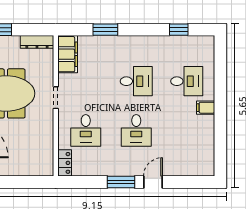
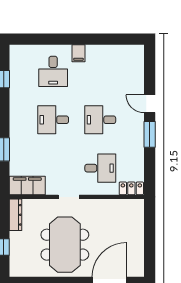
desk: (136, 81) -> (53, 120), turned -90
desk: (187, 81) -> (53, 71), turned 180
desk: (136, 130) -> (100, 120), turned 180

